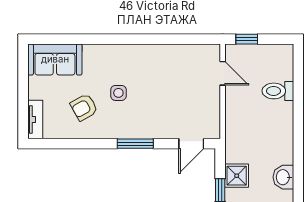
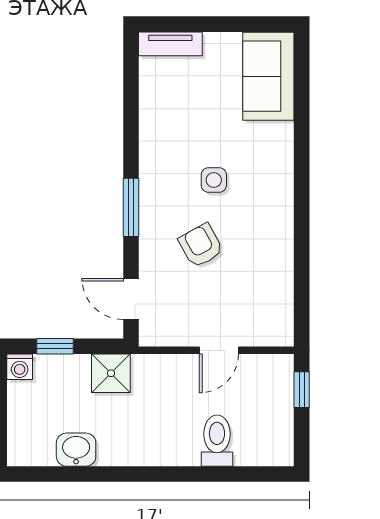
door: (223, 73) -> (219, 350), moved
armchair: (84, 107) -> (201, 245), moved
shower: (237, 176) -> (111, 373), moved

